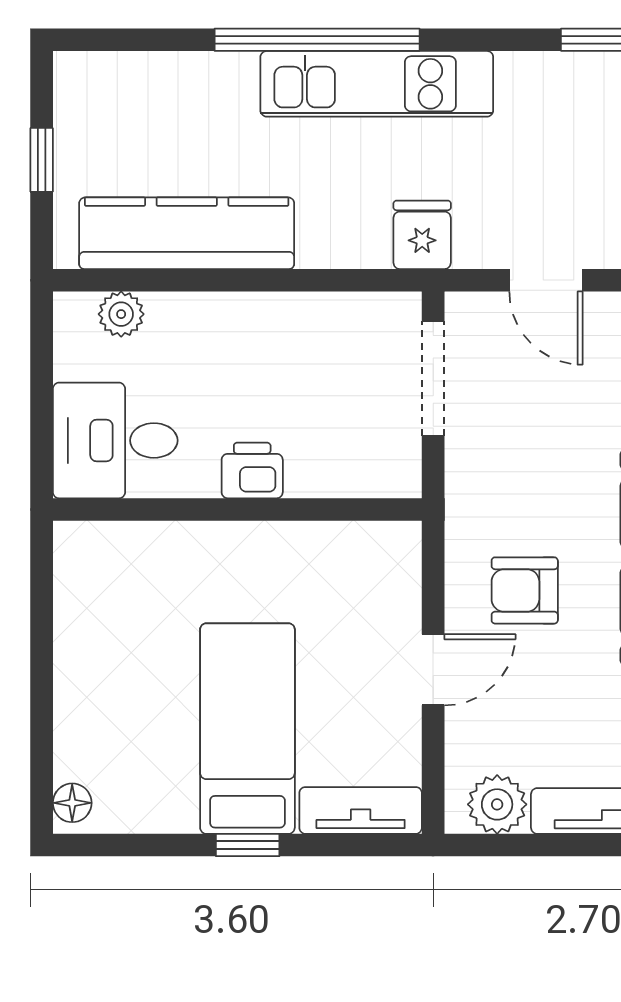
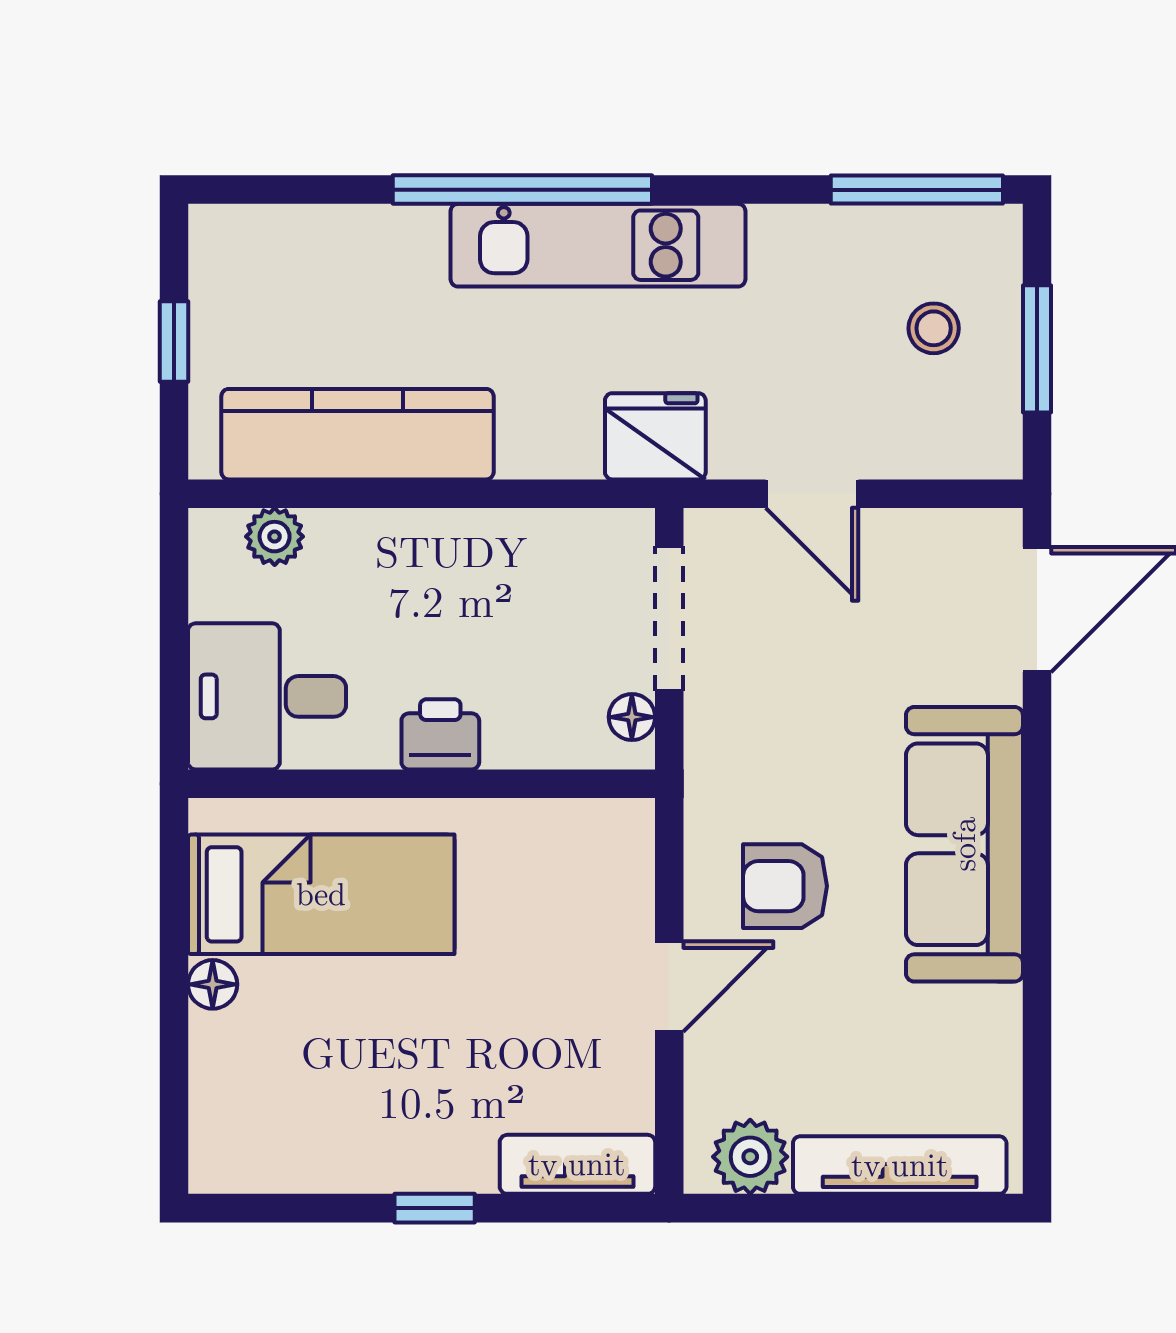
fridge: (422, 235) -> (655, 436), width x1.38
floor lamp: (404, 457) -> (632, 717), added
bed: (247, 729) -> (321, 894), moved, turned 90
floor lamp: (72, 803) -> (213, 984), moved

